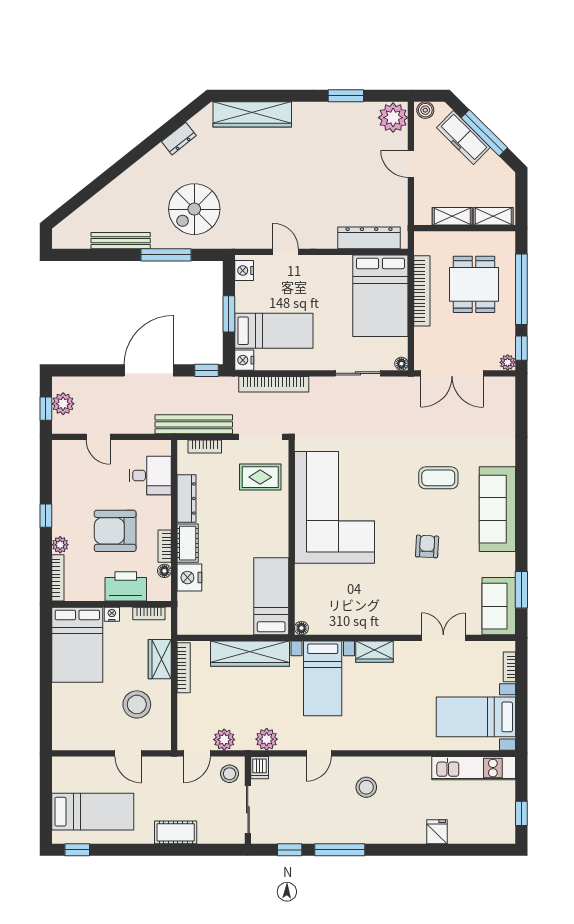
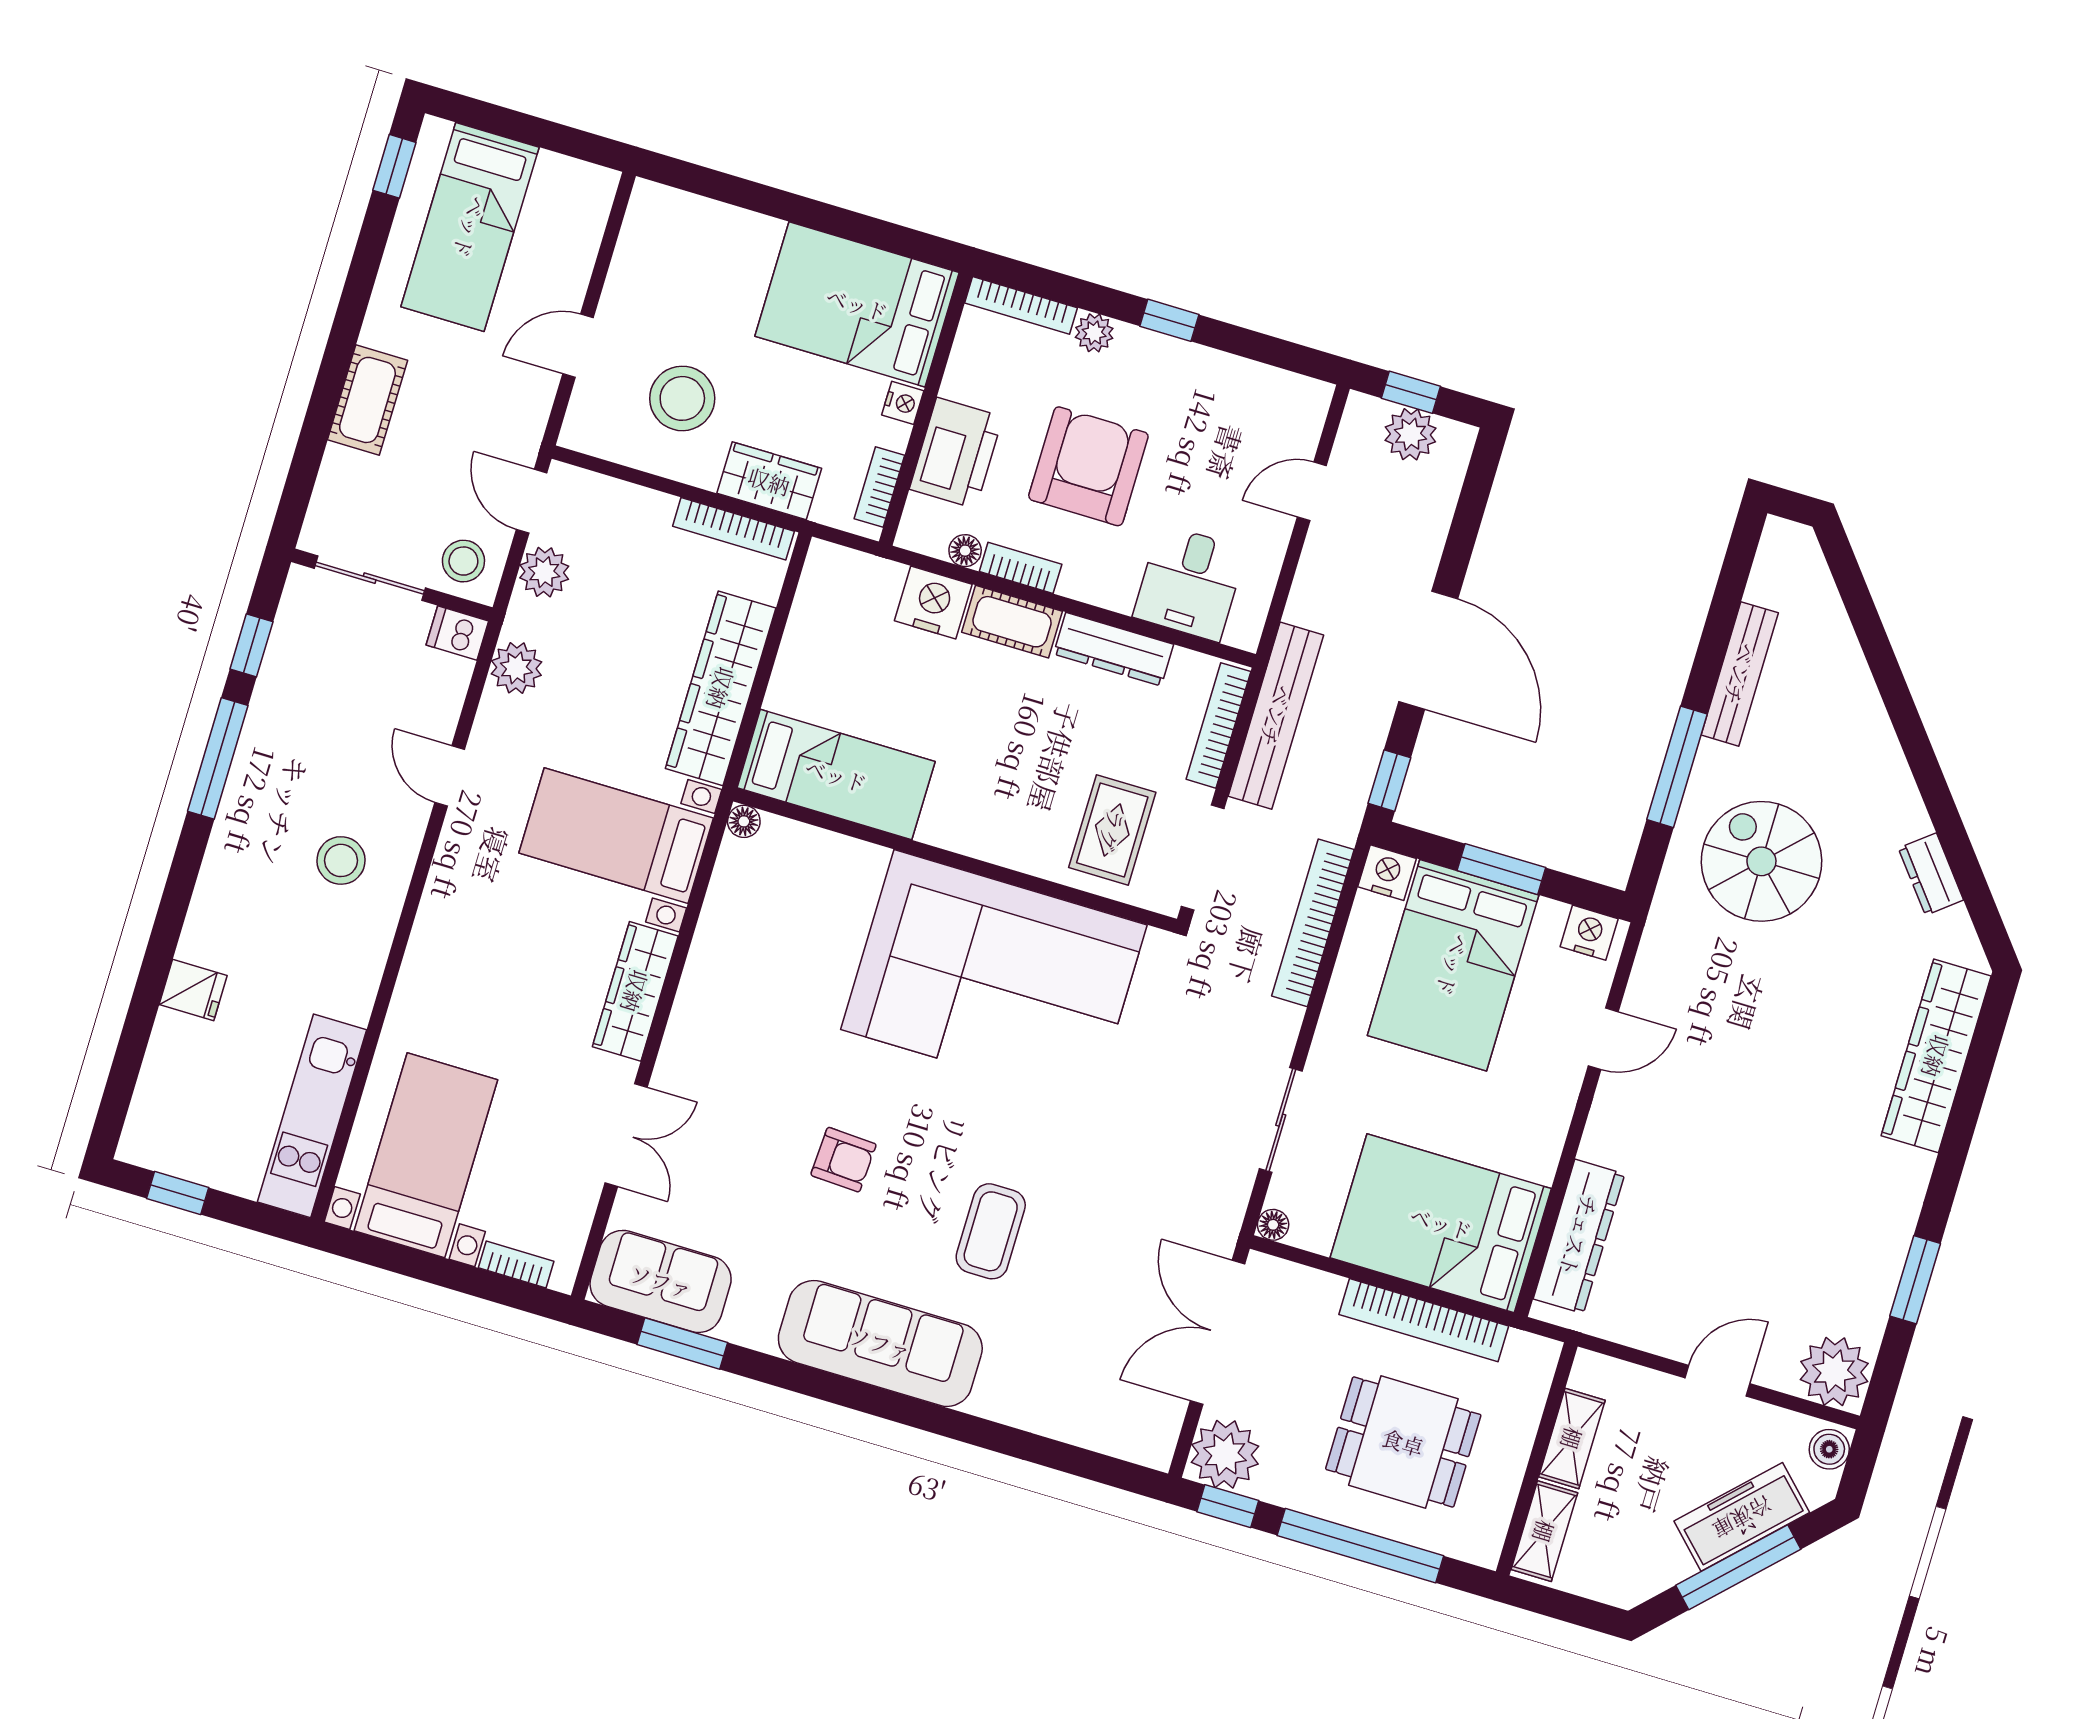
bed: (274, 331) -> (1453, 965), width x1.50
plant: (508, 362) -> (1225, 1454), width x1.87, depth x1.87
bookcase: (205, 447) -> (1218, 725), width x1.56
wardrobe: (375, 652) -> (635, 991), width x1.50

